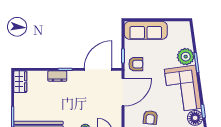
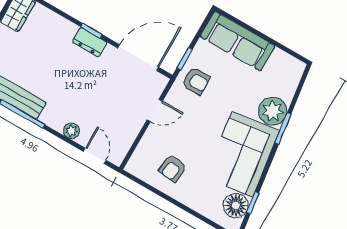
dresser: (57, 76) -> (90, 42), moved
door: (123, 92) -> (155, 110), width x0.53

